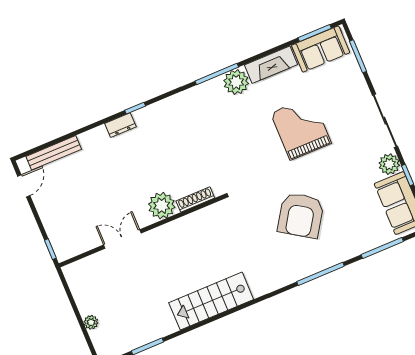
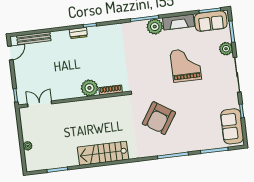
plant: (389, 164) -> (226, 49), moved
armchair: (301, 215) -> (159, 118), moved
double door: (122, 239) -> (40, 104), moved

